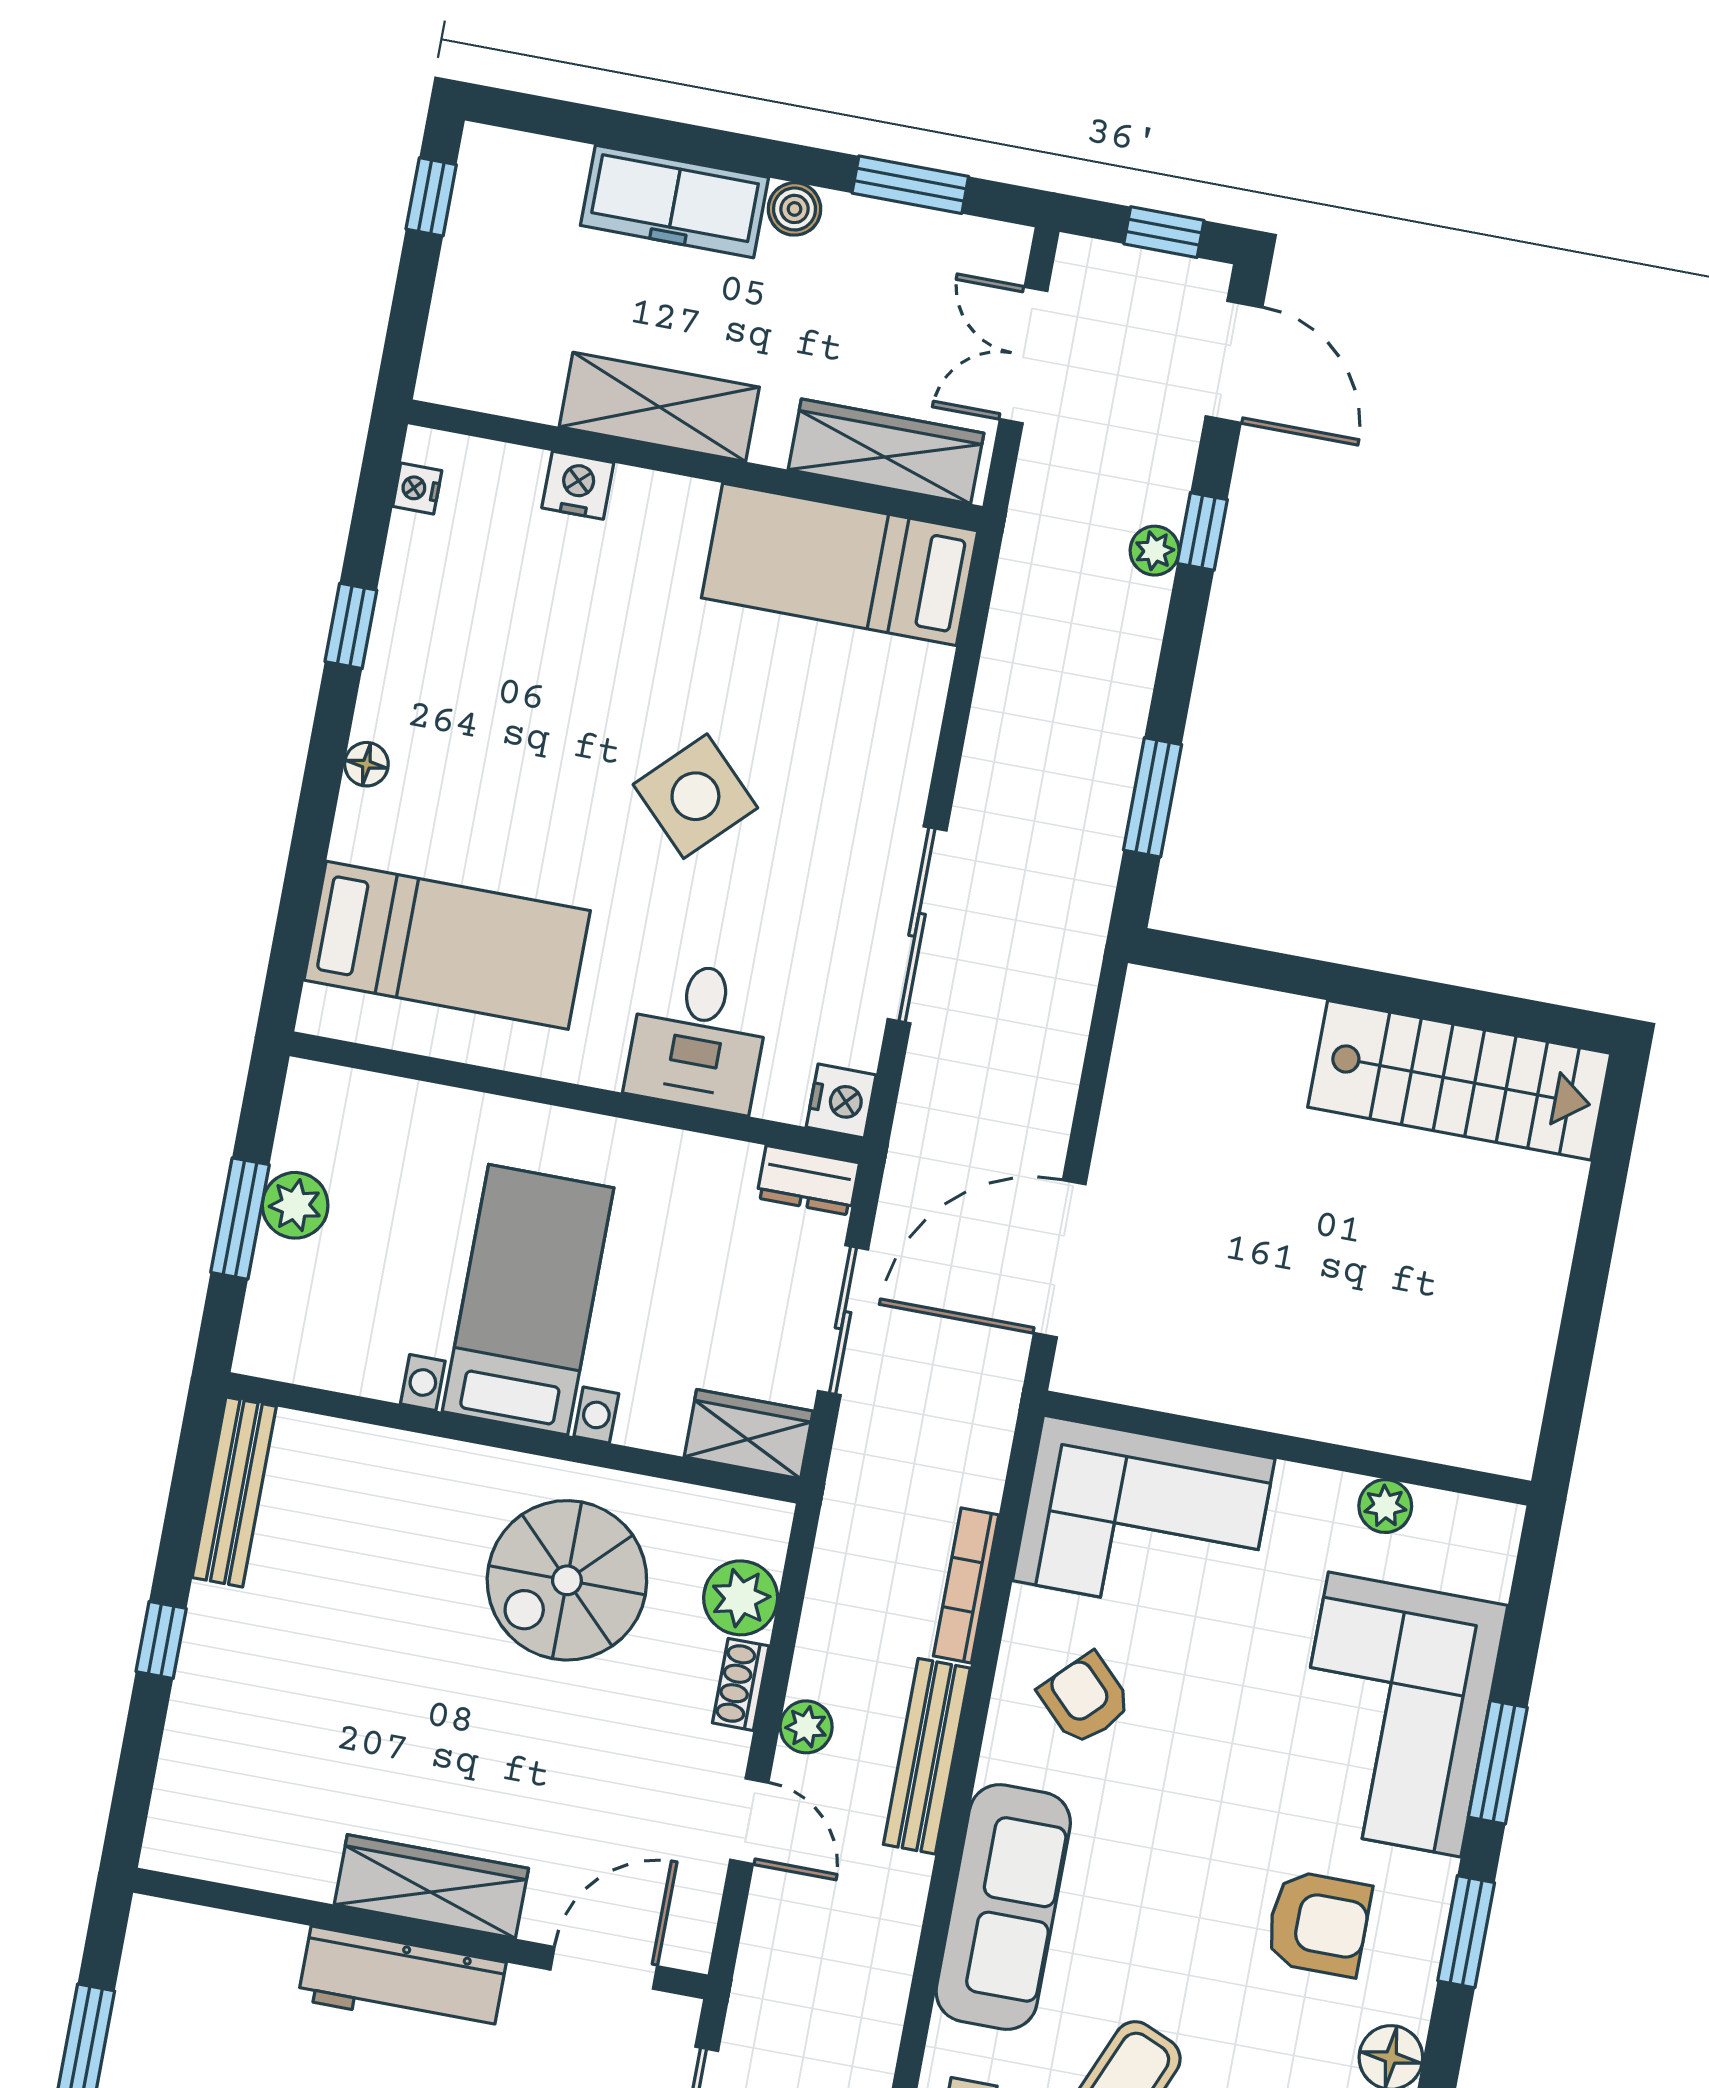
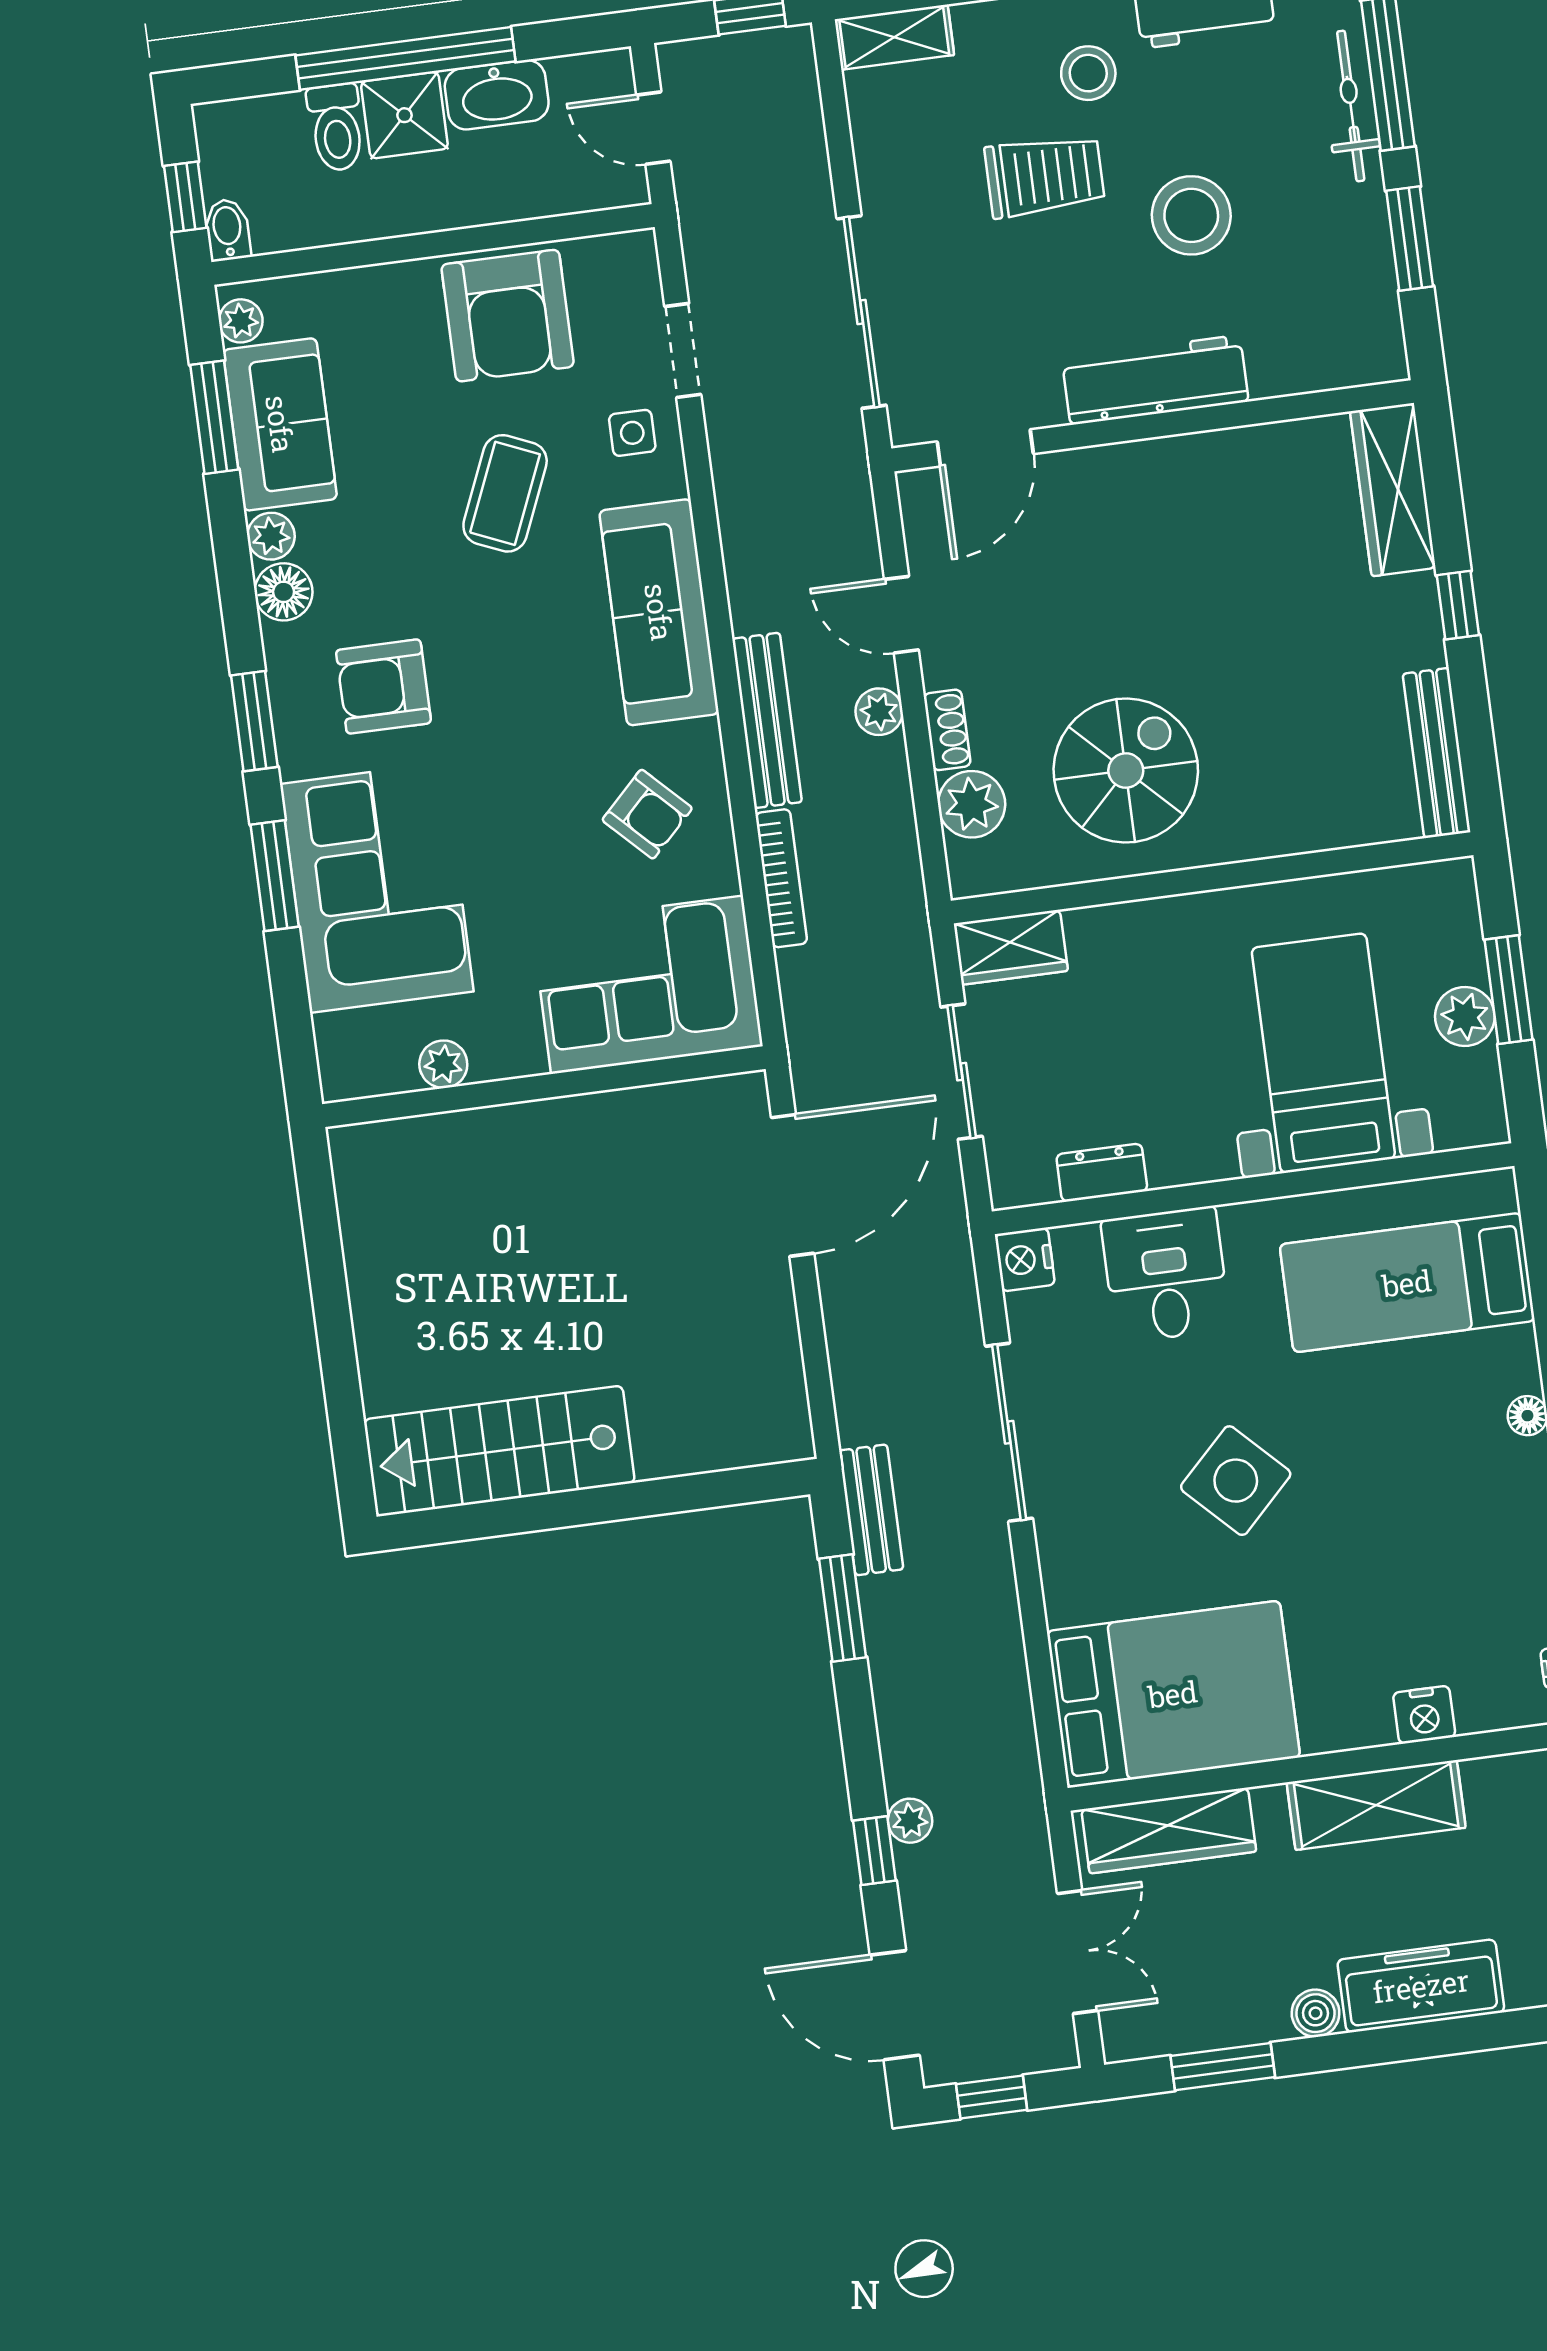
bed: (840, 564) -> (1173, 1694), width x1.50
bench: (1089, 891) -> (871, 1510), added
dresser: (808, 1180) -> (1102, 1173), moved
bed with nightstands: (528, 1300) -> (1323, 1053), moved, turned 180
wardrobe: (431, 1886) -> (1393, 490), moved, turned 90

